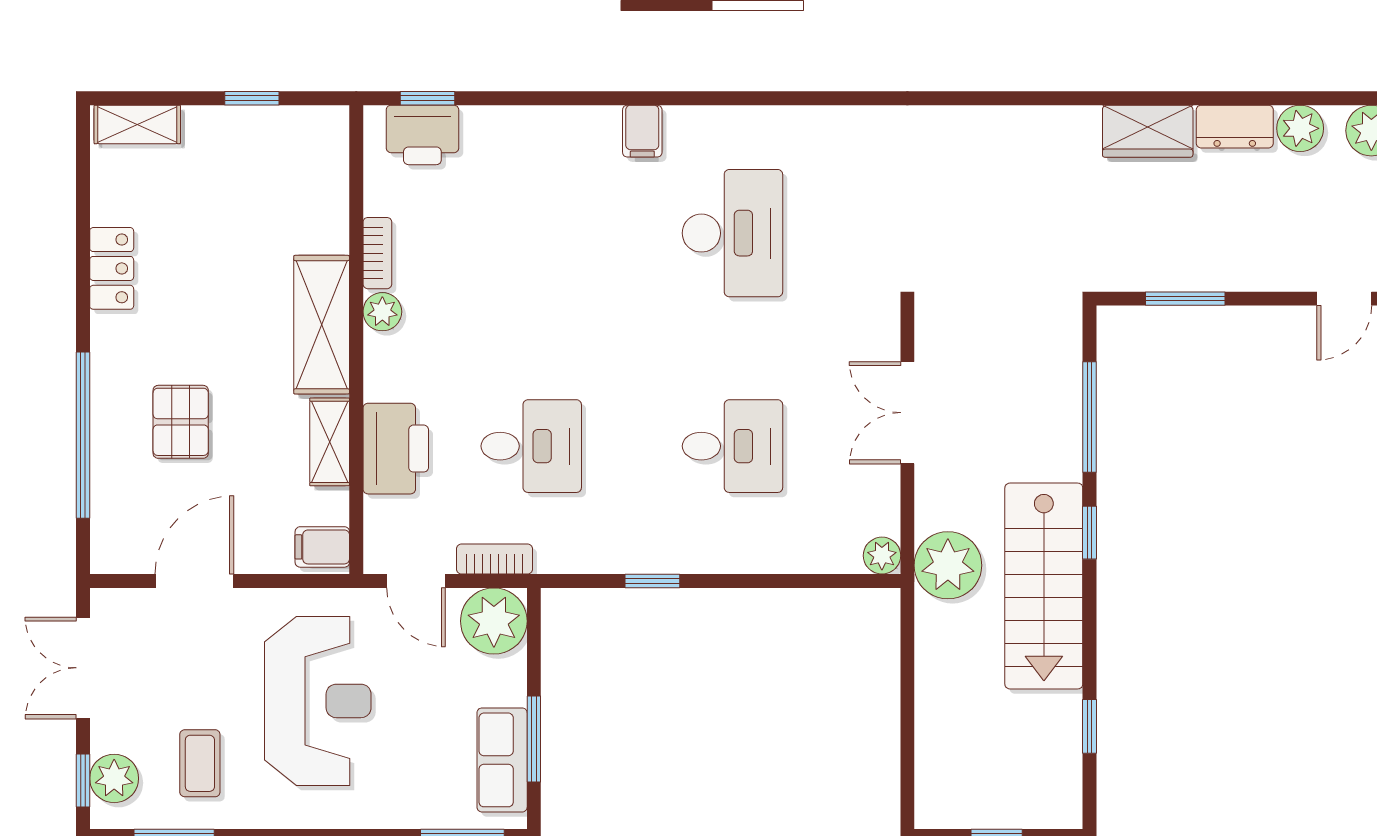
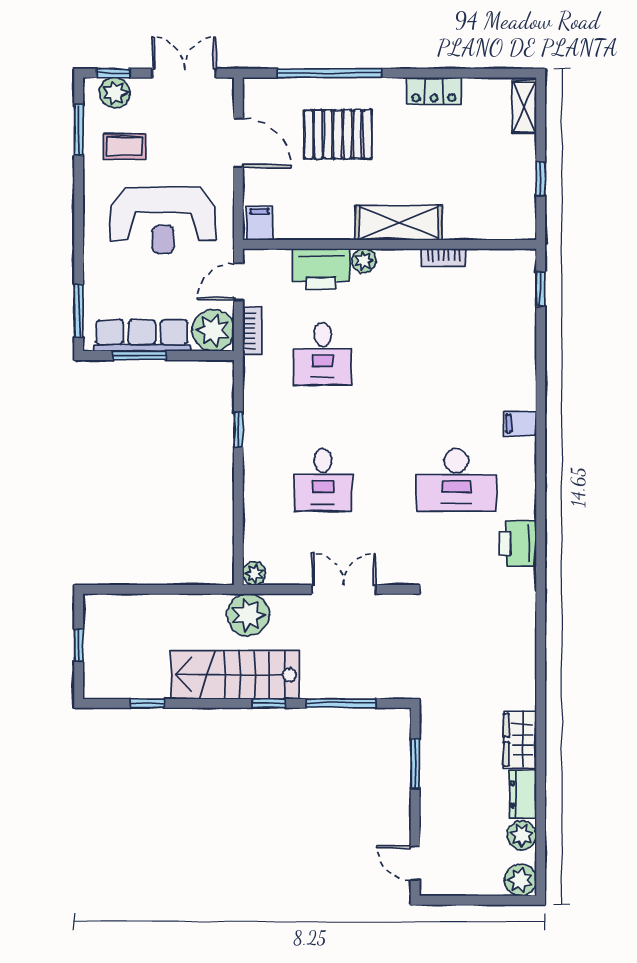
printer: (422, 135) -> (518, 543), moved
plant: (382, 312) -> (364, 261), moved
pallet: (181, 422) -> (338, 134), width x1.50, depth x1.42
shelving: (330, 442) -> (325, 228), removed
row of seats: (502, 760) -> (142, 336), width x1.48

